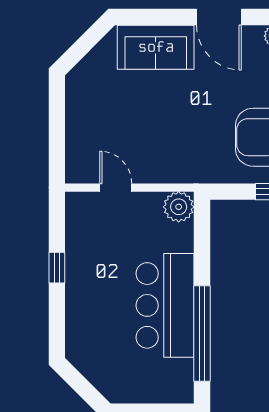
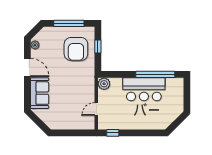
door: (219, 17) -> (27, 68), hinge flipped
window: (57, 268) -> (113, 133), moved

